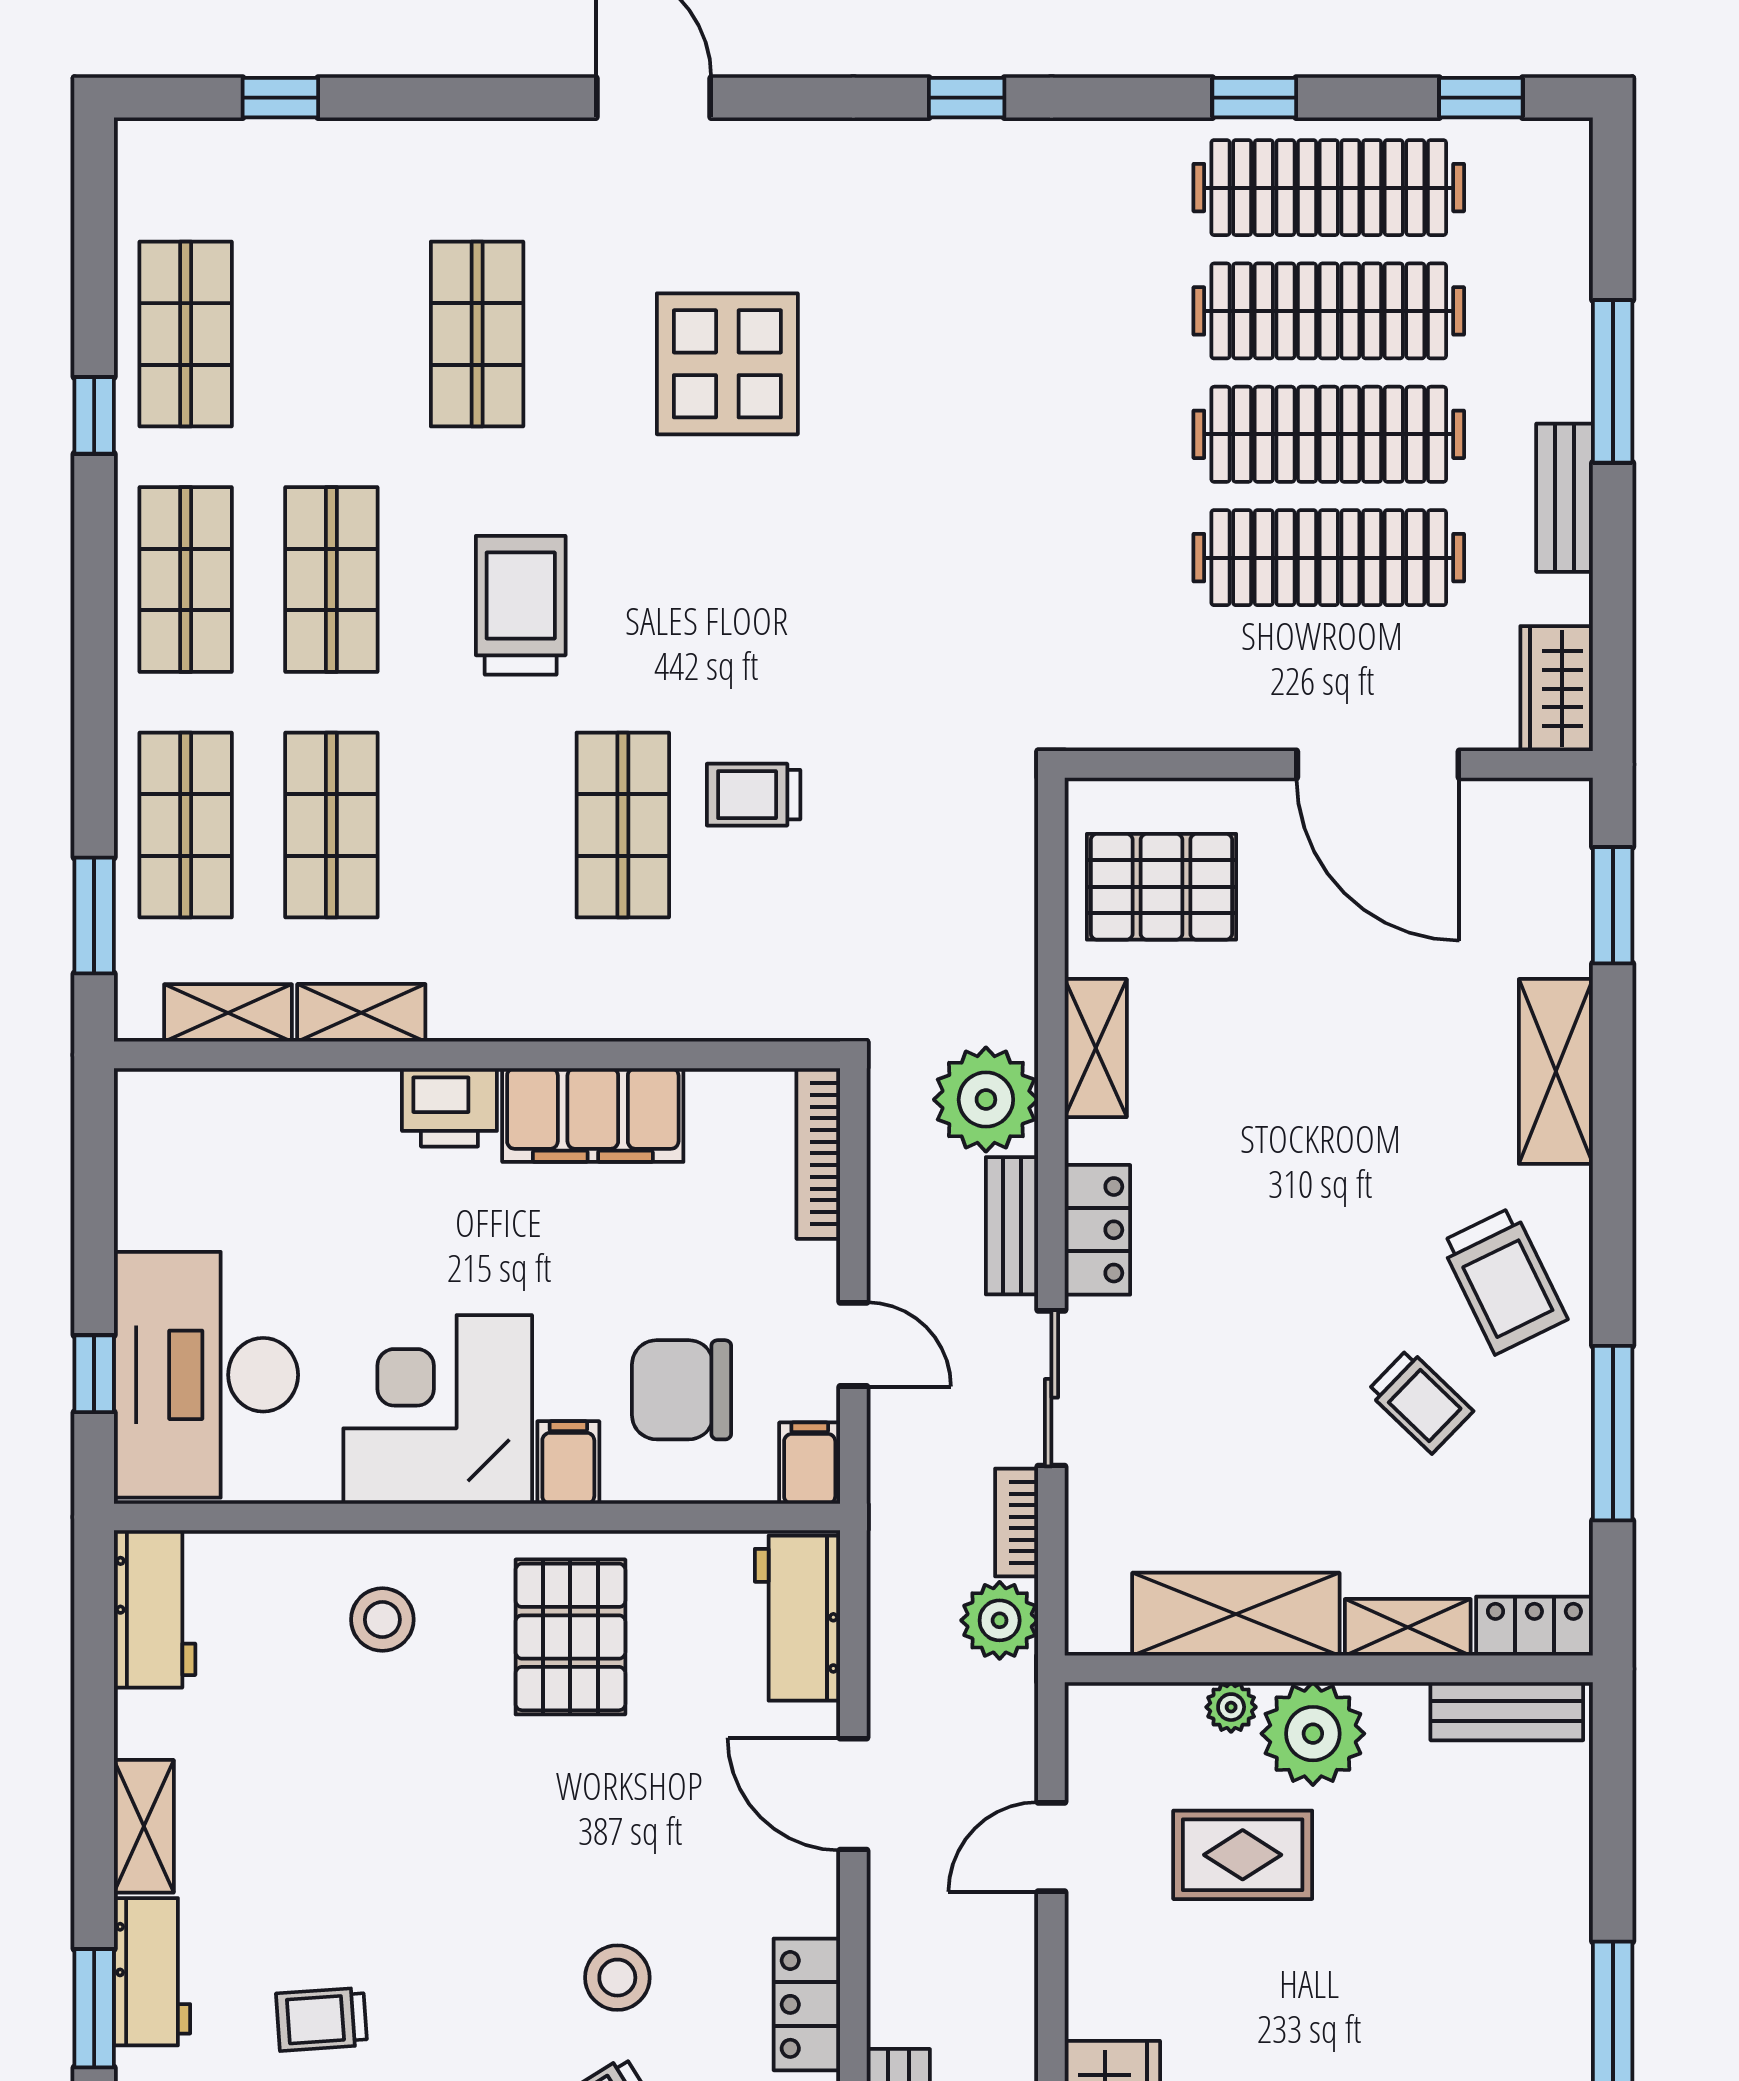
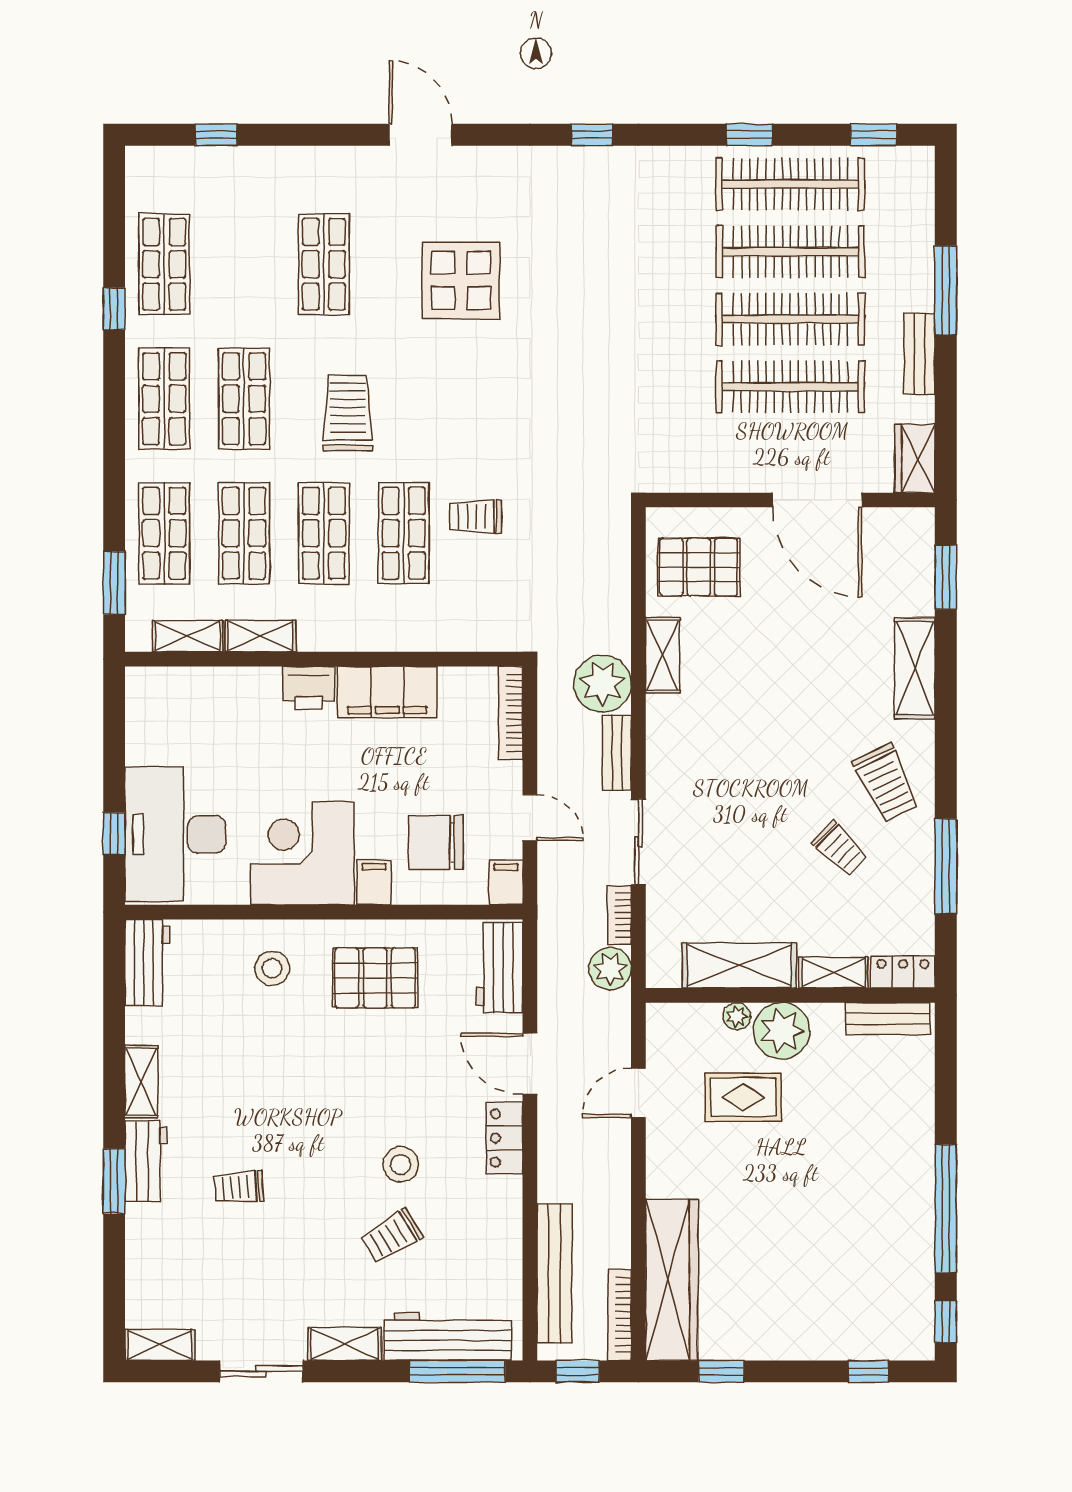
shop shelf: (477, 825) -> (324, 533), added
locker: (1097, 1230) -> (664, 755), removed
pallet: (570, 1637) -> (375, 978), turned 90
locker: (807, 2004) -> (504, 1138), moved

